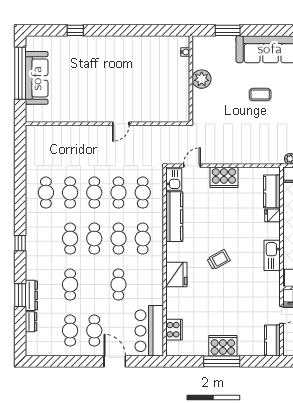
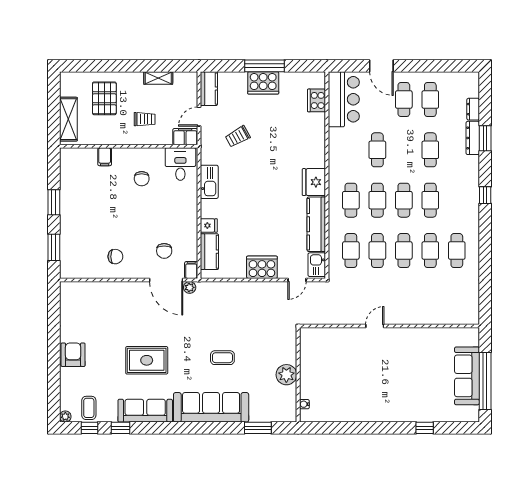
trolley: (219, 260) -> (238, 136), moved
fridge: (176, 275) -> (314, 182), moved

